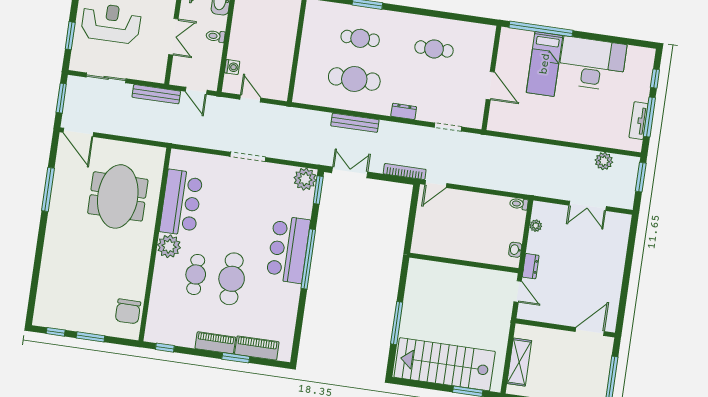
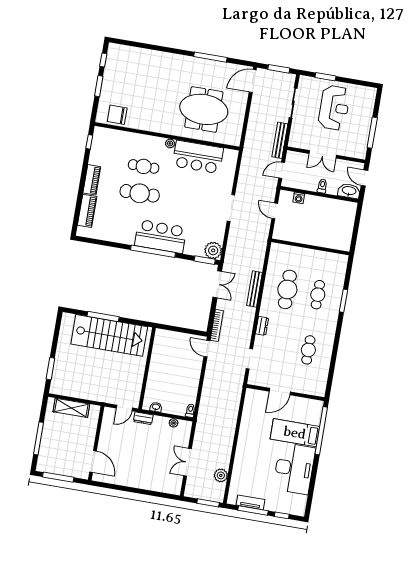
door: (250, 99) -> (275, 211), swing flipped
plant: (169, 246) -> (170, 143), width x0.53, depth x0.53
window: (236, 358) -> (80, 195), removed
stairs: (445, 364) -> (109, 335), moved, turned 90

